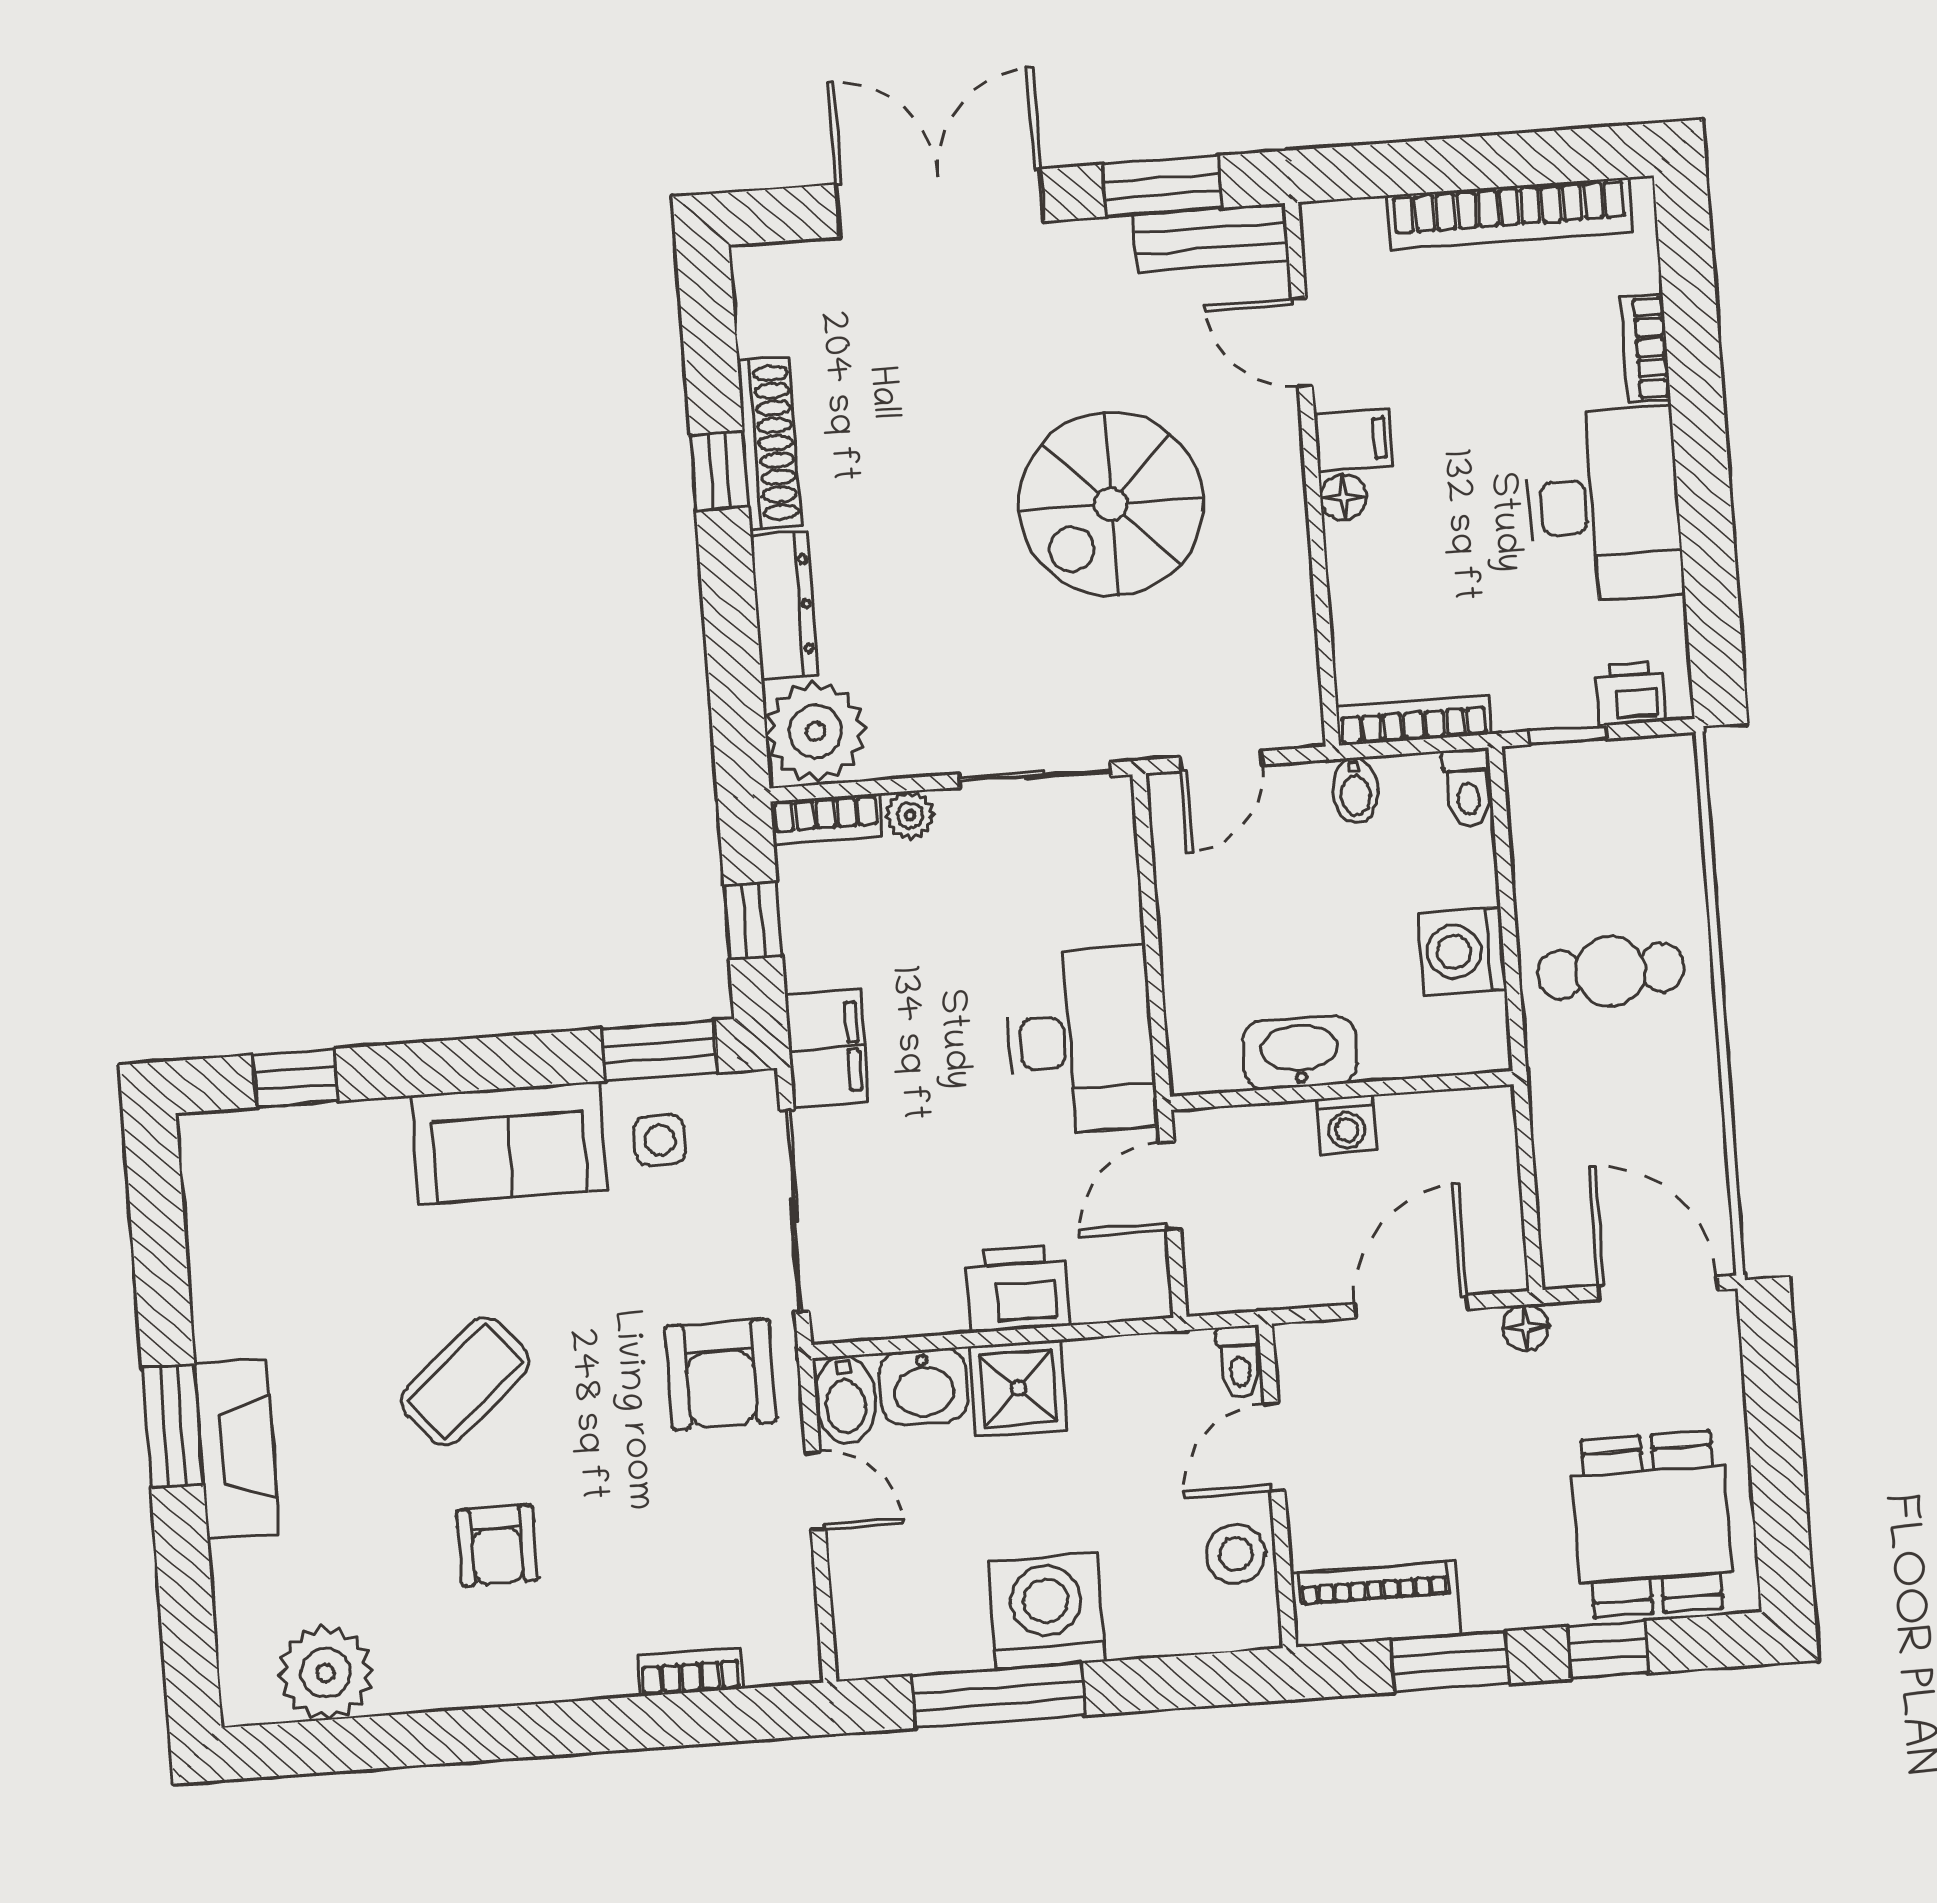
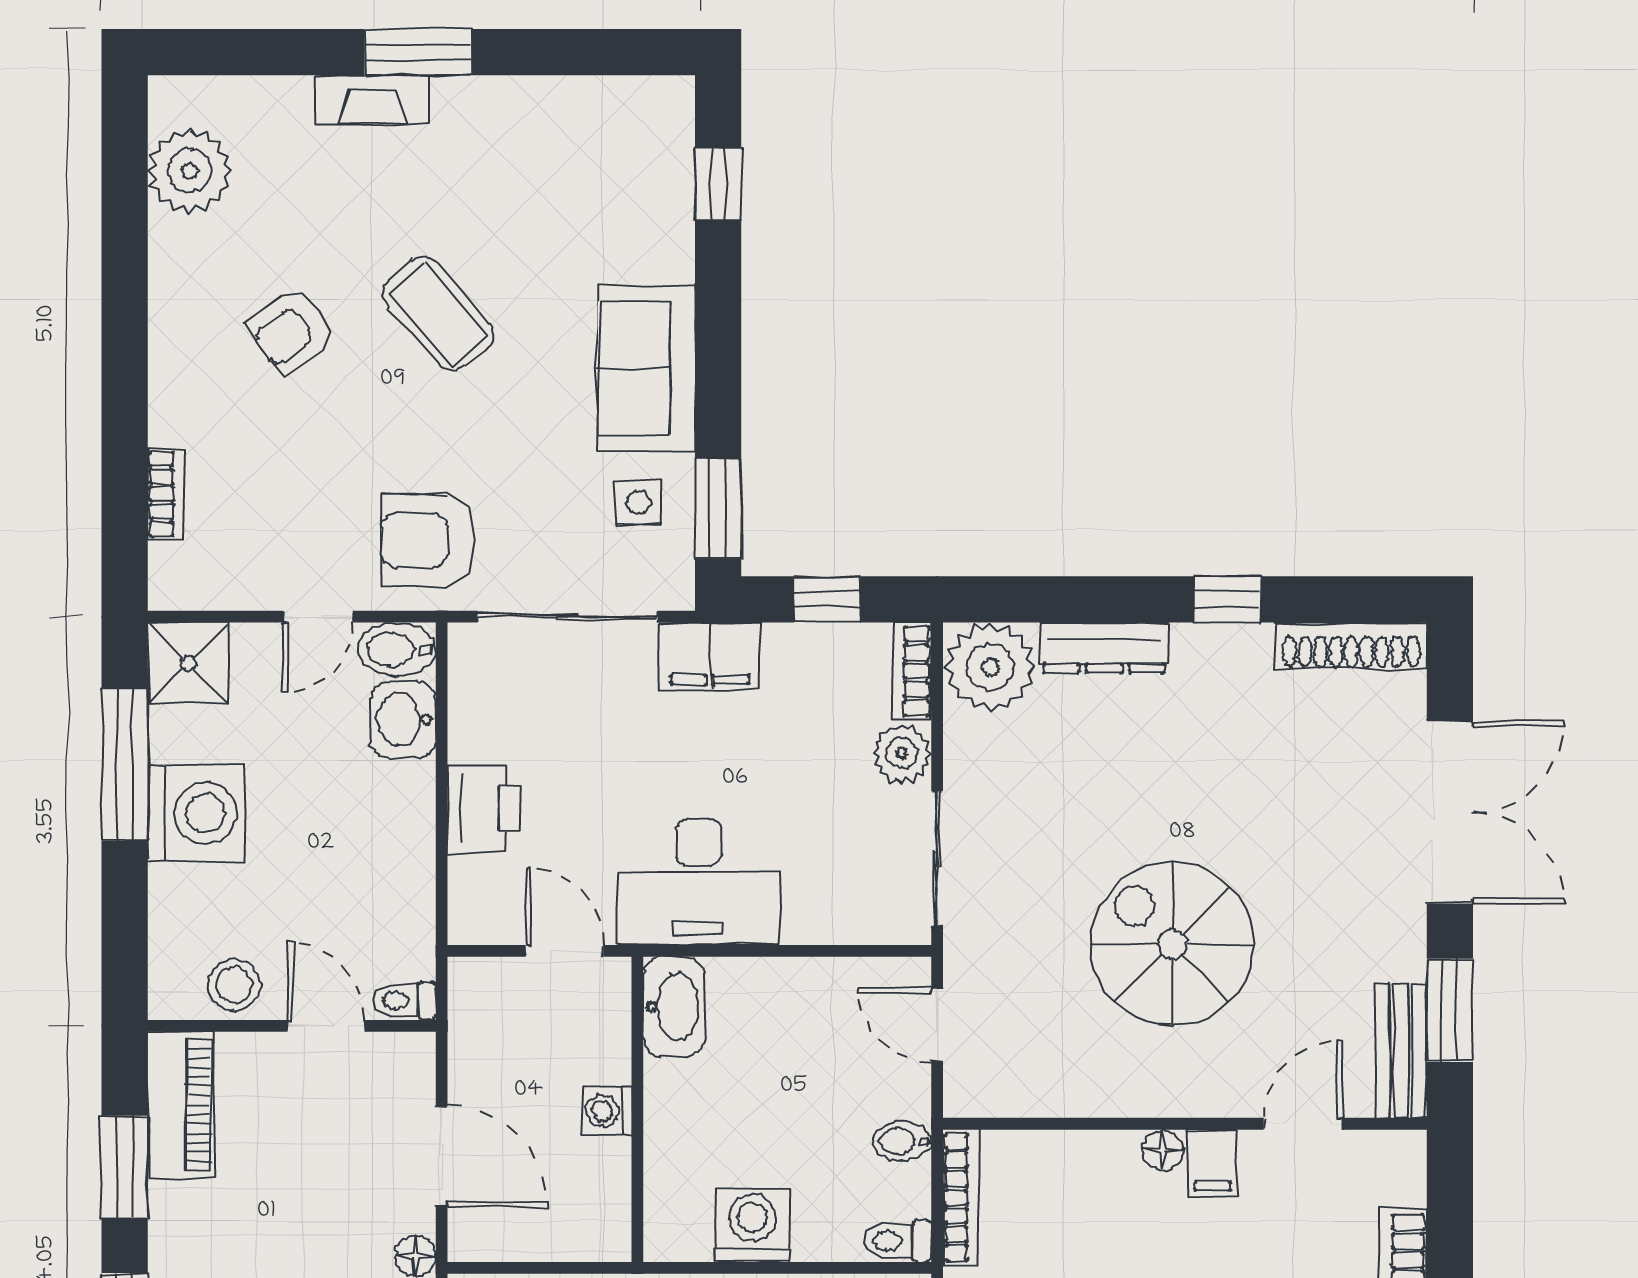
shoe rack: (770, 443) -> (1351, 646), moved
plant: (910, 815) -> (902, 753), width x1.38, depth x1.38
washbasin: (1300, 1053) -> (674, 1007), moved
shower: (1018, 1388) -> (188, 664), moved
fireplace: (237, 1449) -> (373, 100), width x0.73, depth x0.76
armchair: (497, 1545) -> (291, 331), turned -36

